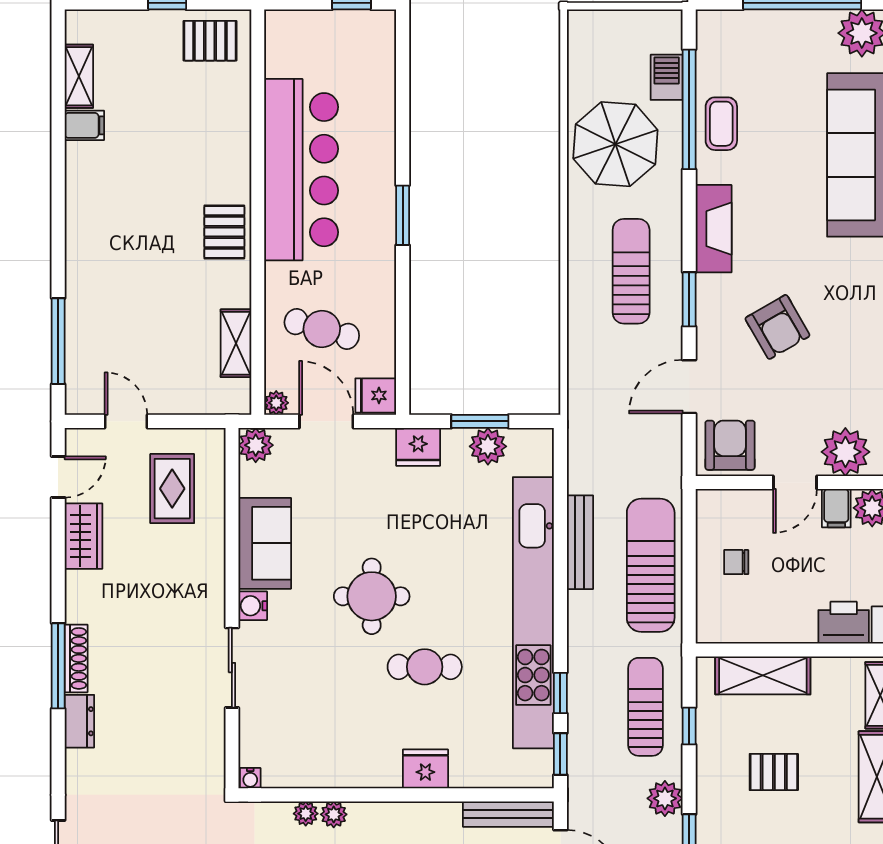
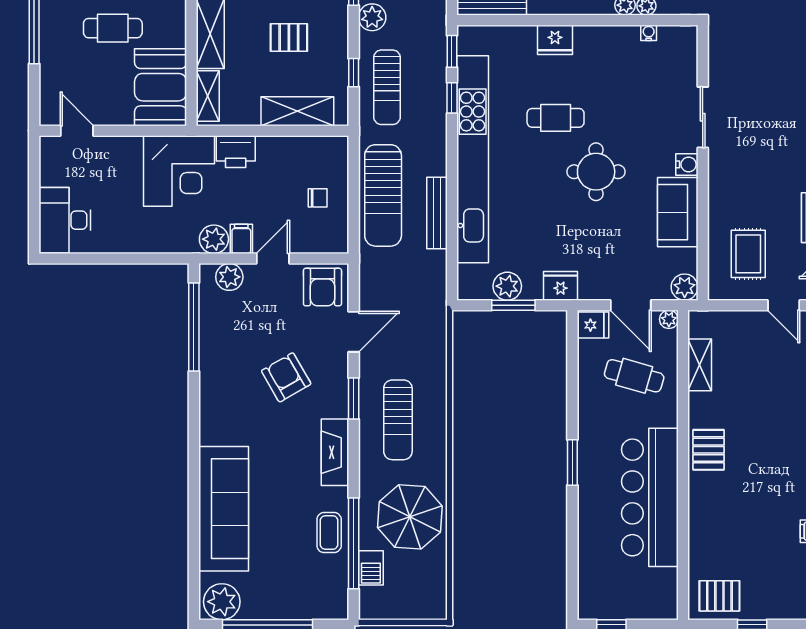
plant: (845, 452) -> (229, 277), width x0.73, depth x0.73
water cooler: (250, 778) -> (649, 33), moved

